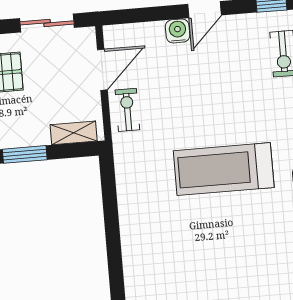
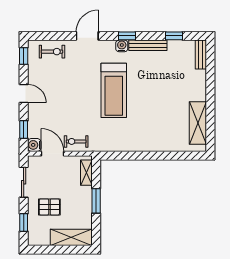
window: (141, 15) -> (24, 130), added
water cooler: (178, 31) -> (34, 145), moved

